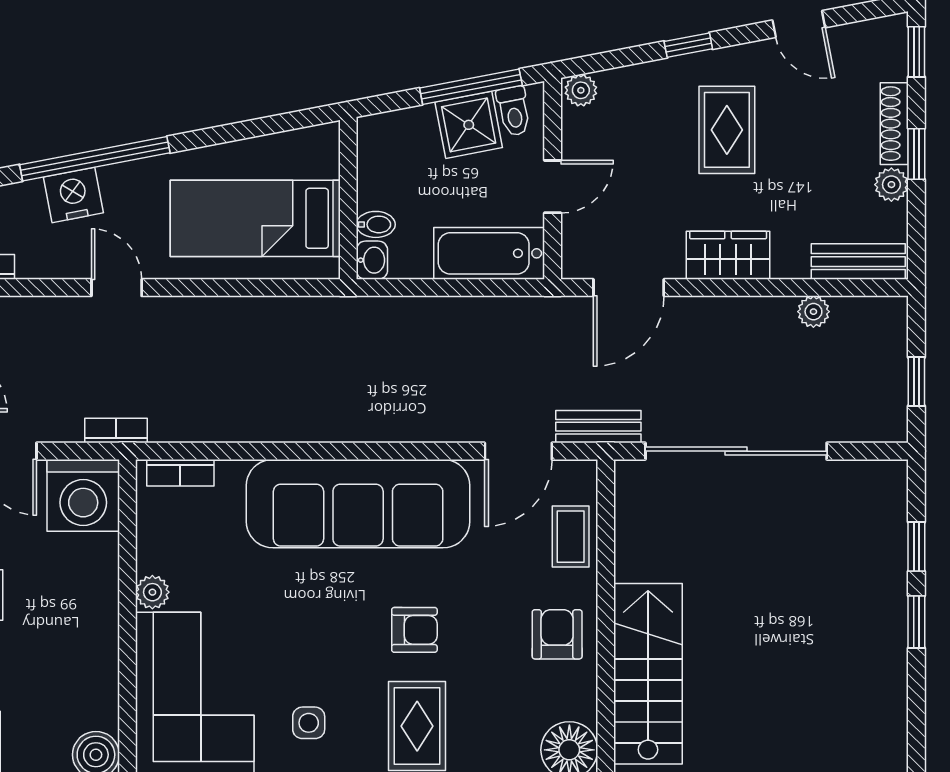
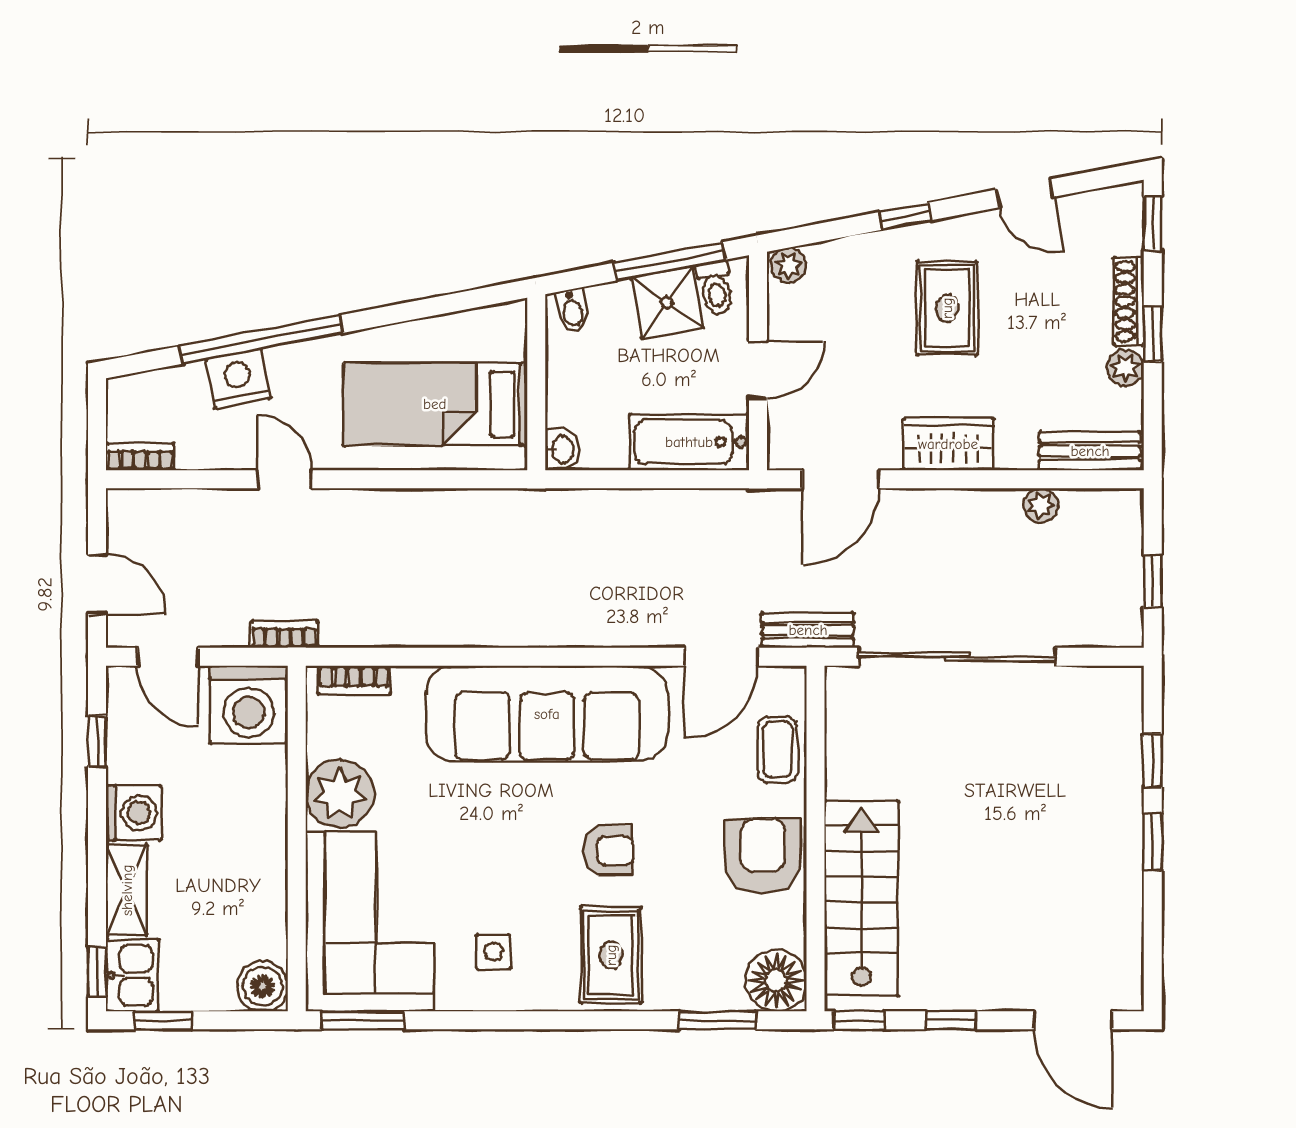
bidet: (376, 224) -> (572, 310), moved, turned 79
plant: (152, 592) -> (340, 794), width x1.88, depth x1.88
armchair: (557, 634) -> (763, 856), width x1.38, depth x1.38

